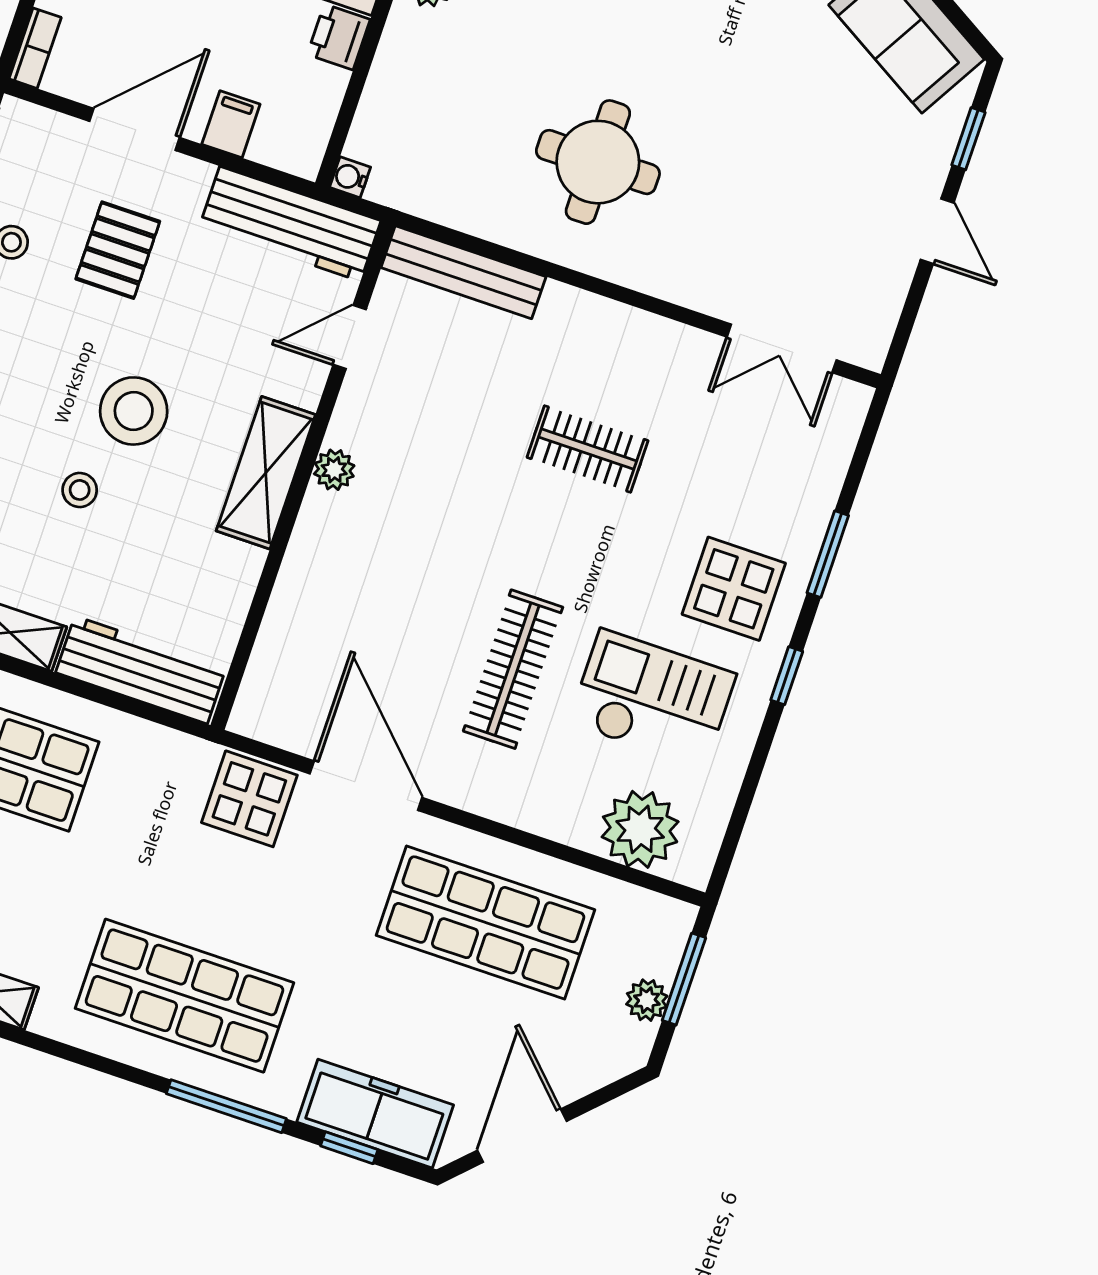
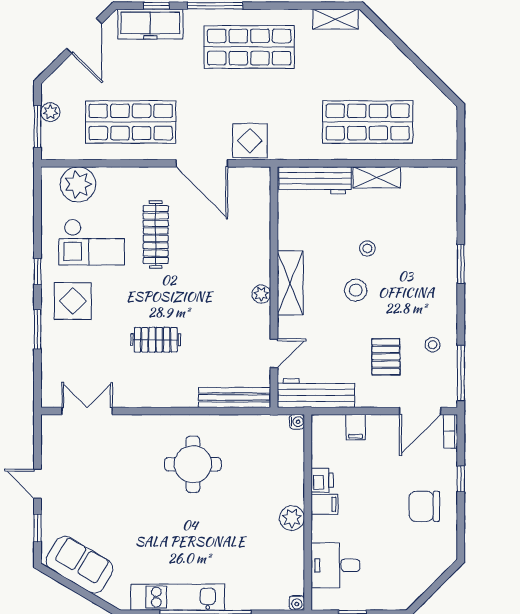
door: (134, 129) -> (420, 411), moved
stool: (134, 411) -> (356, 290), width x0.73, depth x0.73

